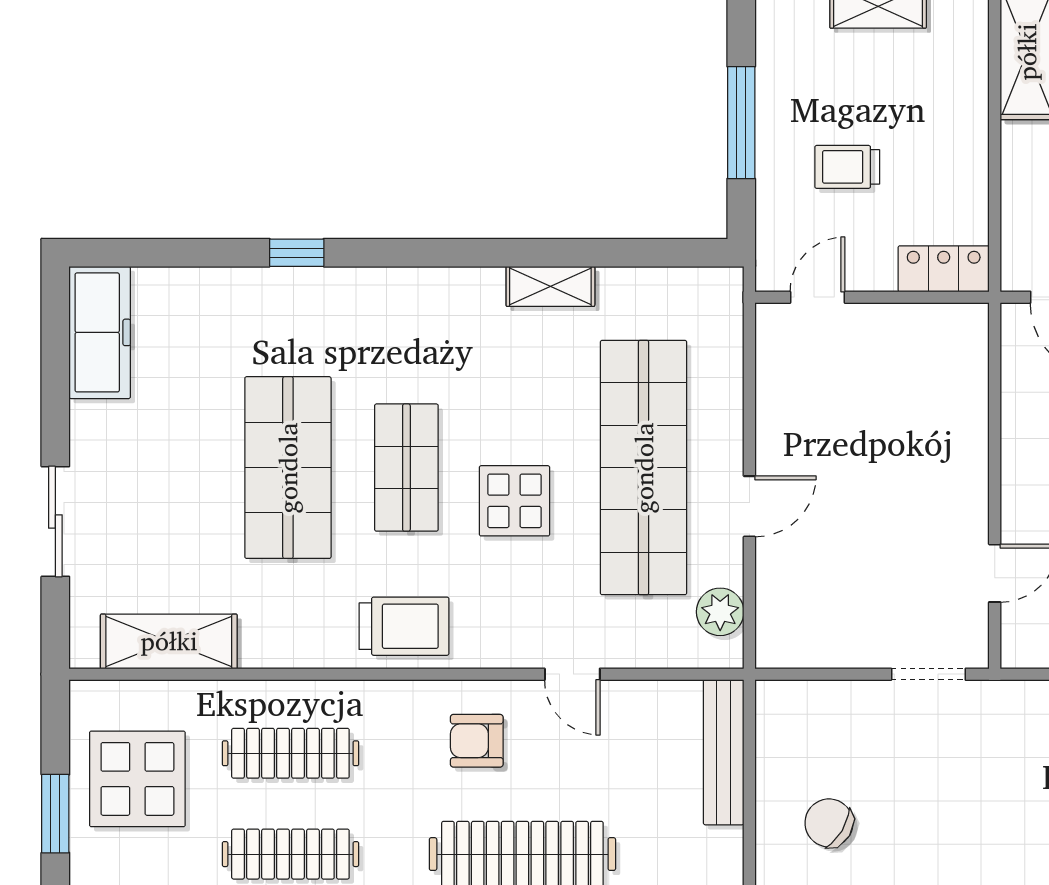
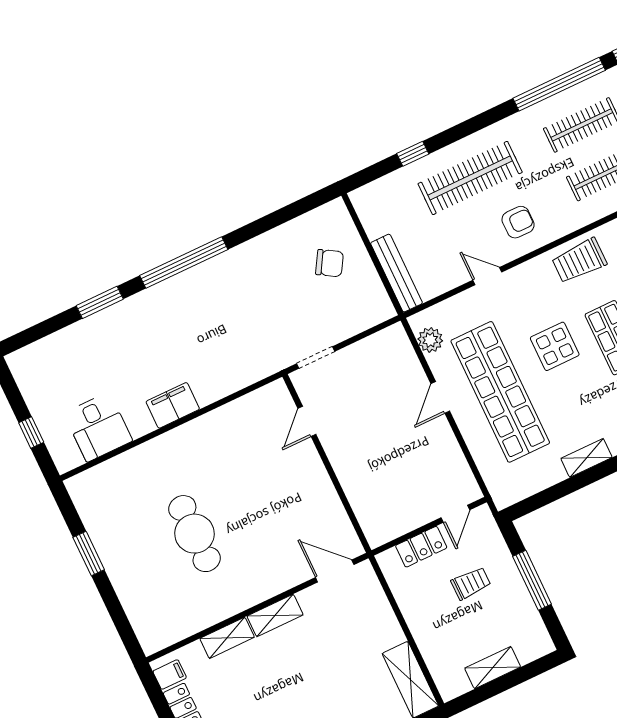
locker: (944, 269) -> (421, 547), moved

